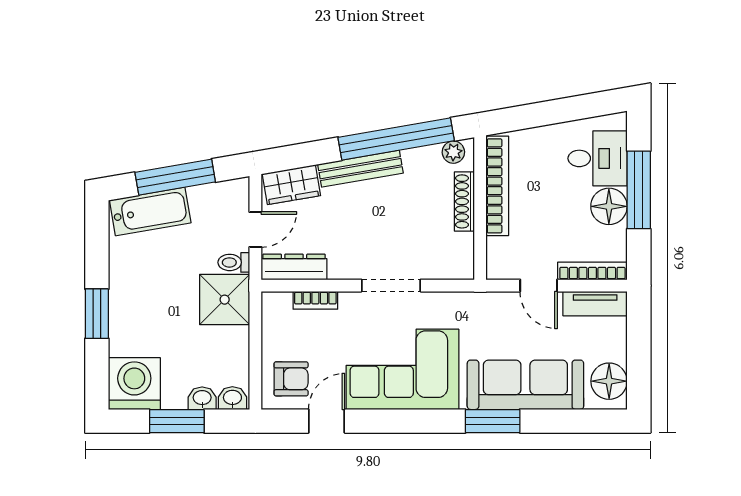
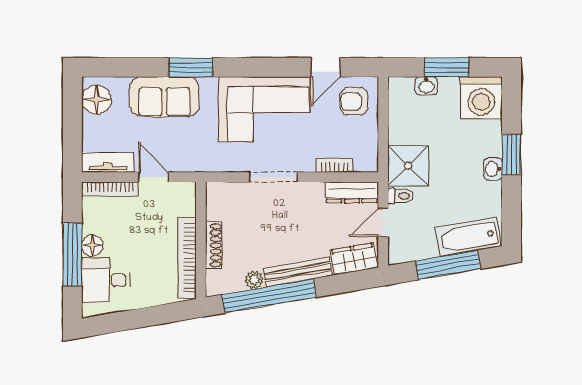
plant: (453, 152) -> (254, 280), moved
floor lamp: (609, 206) -> (92, 245), width x0.73, depth x0.73
sofa: (525, 385) -> (164, 97), width x0.73
washbasin: (232, 398) -> (493, 169), moved, turned 90

